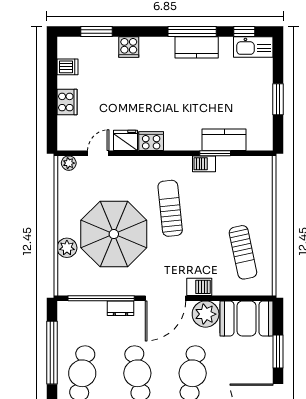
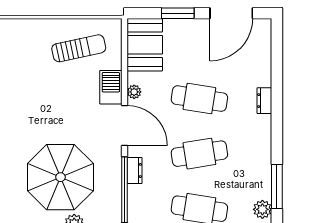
sun lounger: (170, 208) -> (35, 121), removed
barbecue: (199, 287) -> (111, 87), width x1.38, depth x1.27
plant: (206, 314) -> (134, 92), width x0.53, depth x0.53

